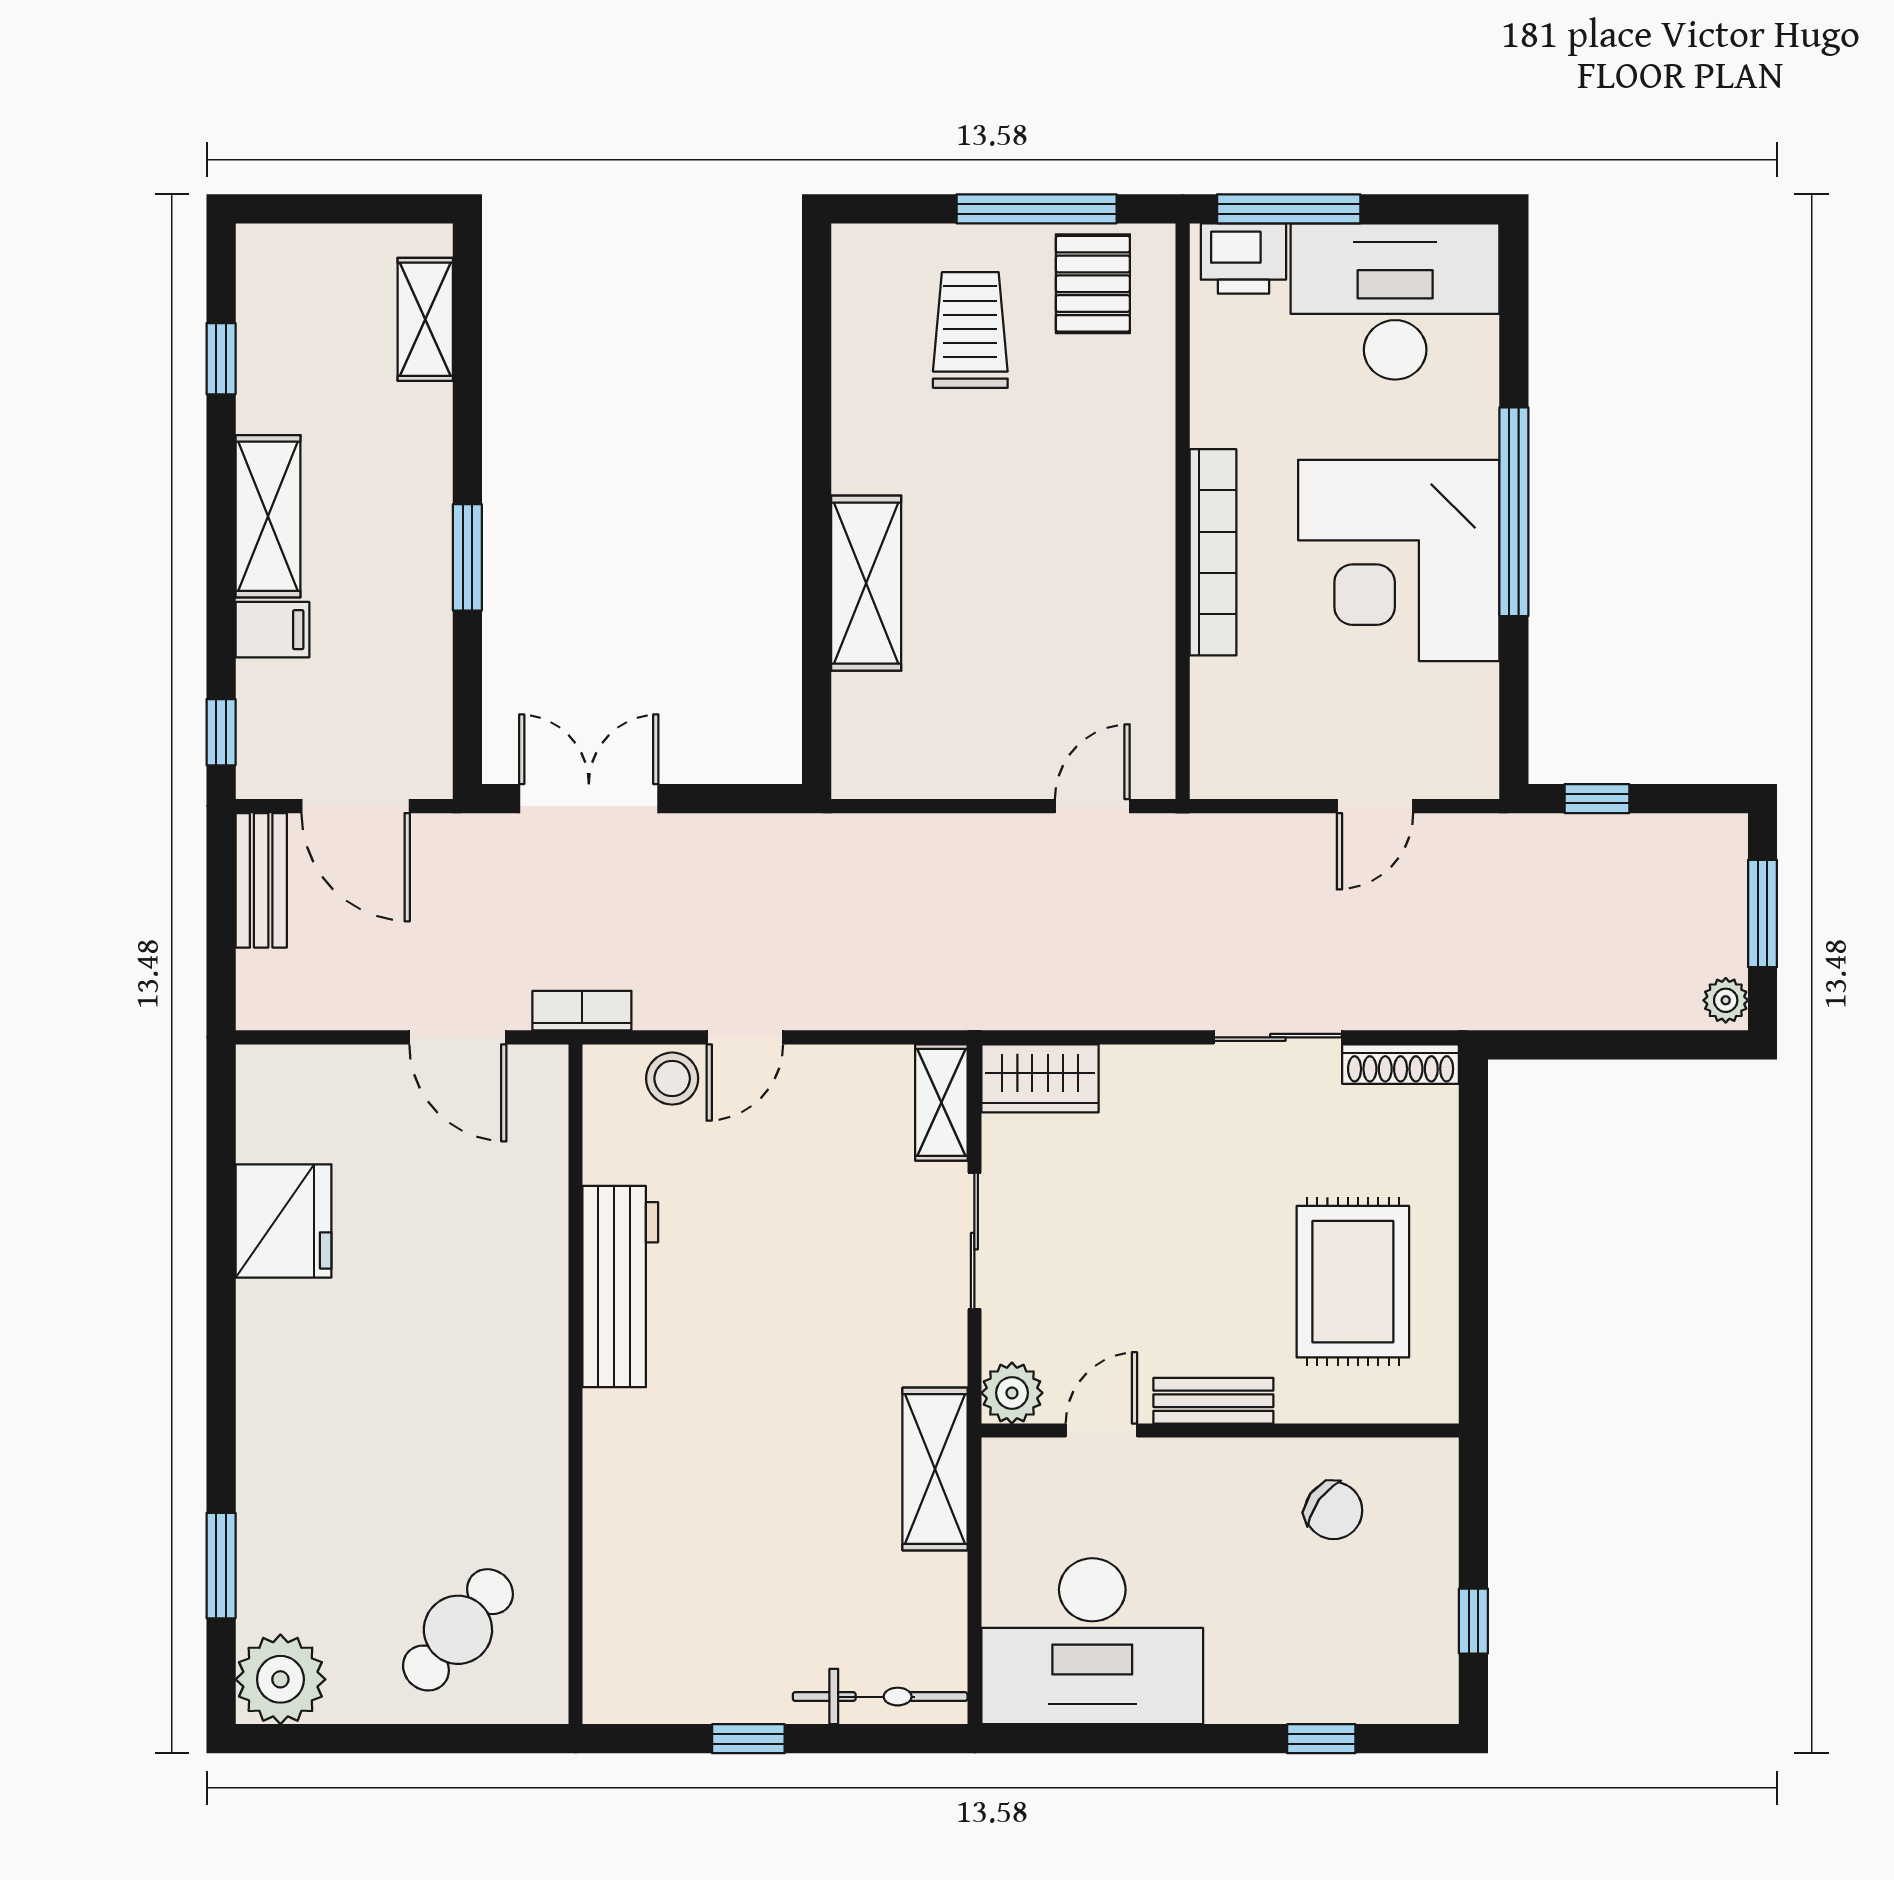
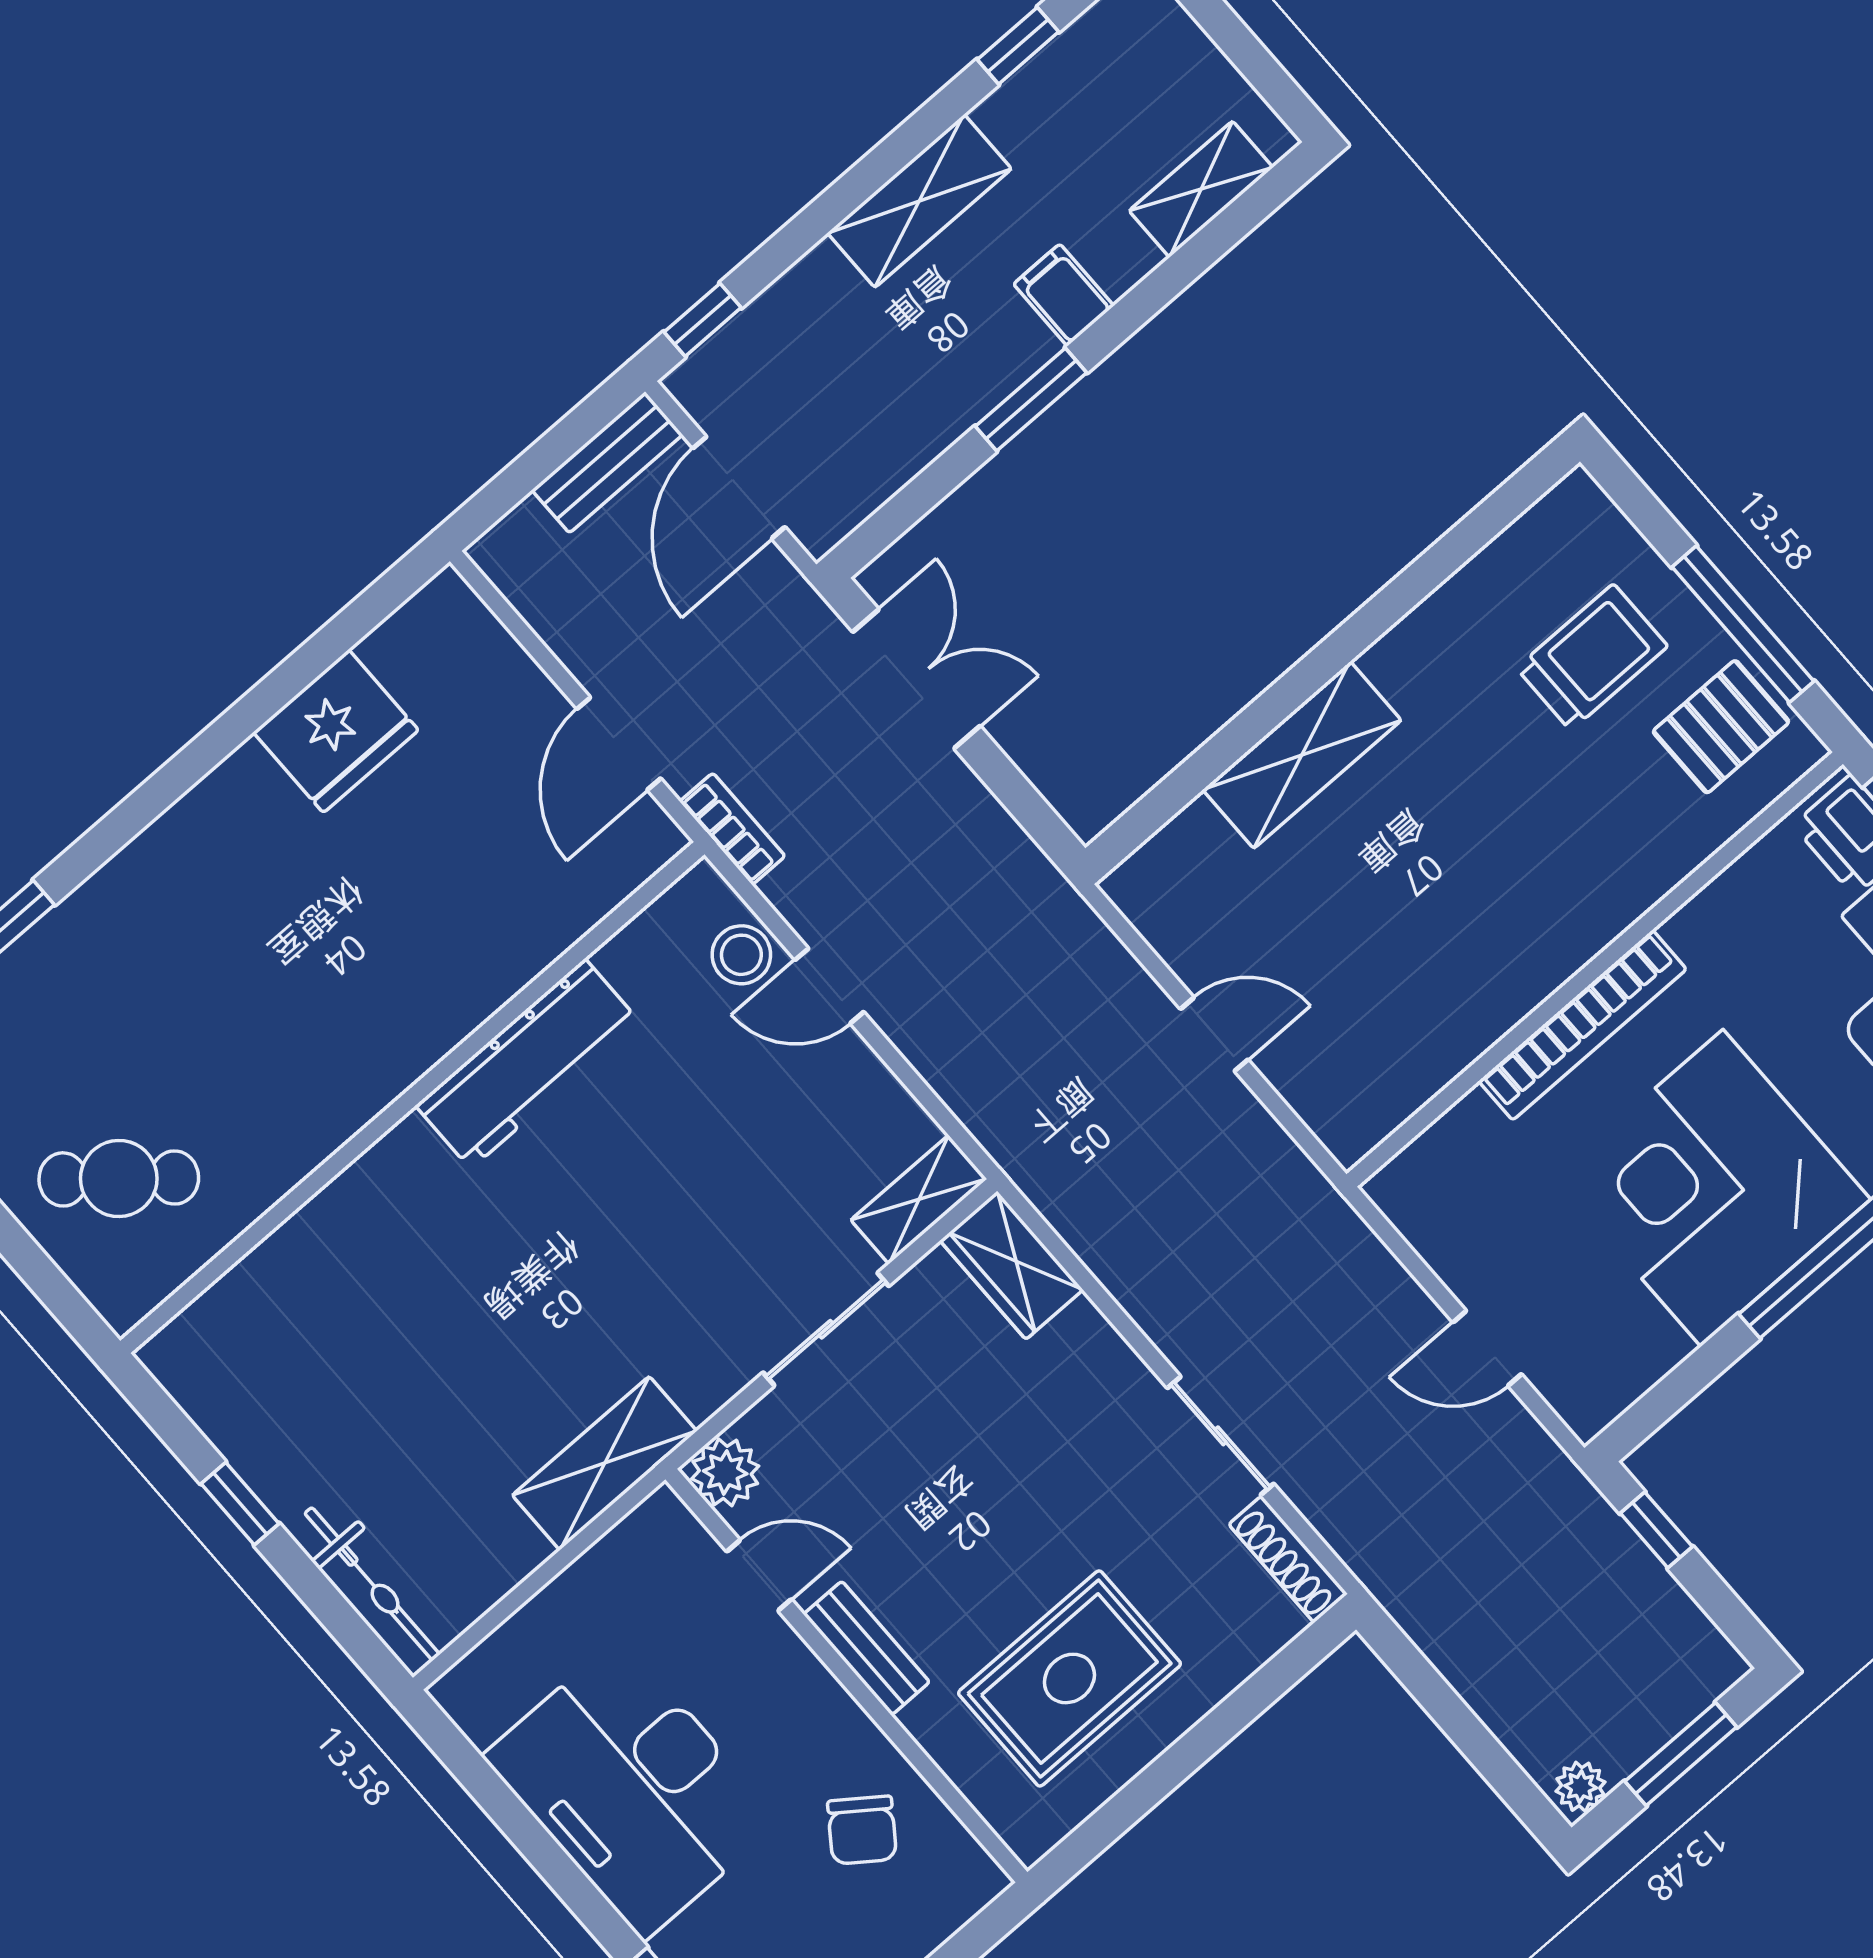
filing cabinet: (272, 630) -> (1064, 295), moved, turned 180
door: (1092, 806) -> (1214, 1034), moved
desk: (1092, 1641) -> (632, 1789), moved

